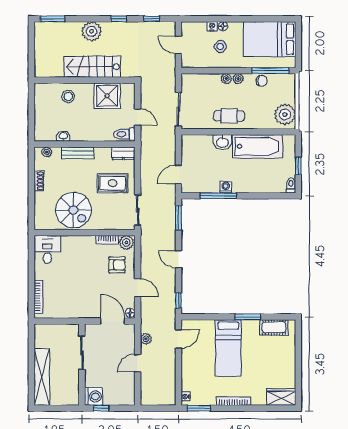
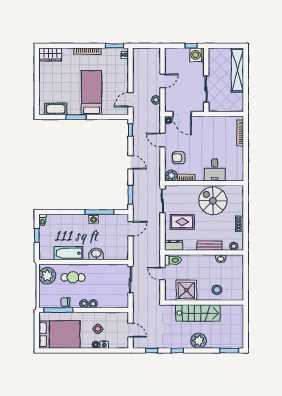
cafe table: (229, 116) -> (73, 277), moved
bathtub: (258, 146) -> (69, 253), width x0.73, depth x0.73
desk: (47, 250) -> (215, 170), moved

